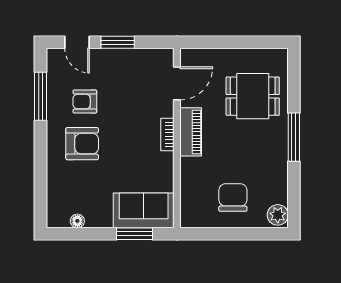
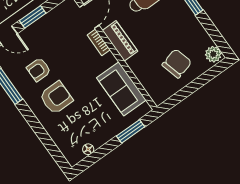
bookcase: (167, 135) -> (99, 42), moved
chair: (233, 198) -> (177, 64), turned 75
sofa: (144, 210) -> (121, 89), moved, turned -90

